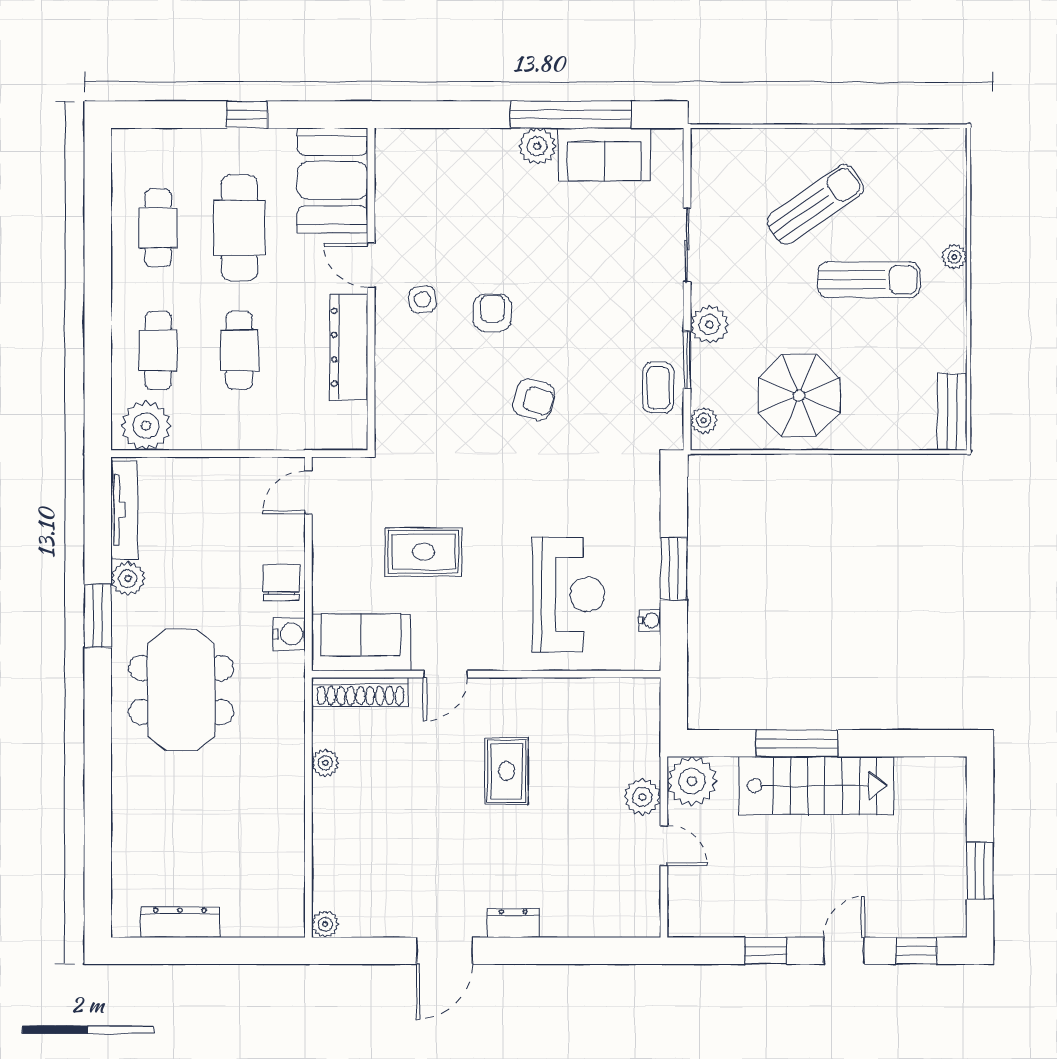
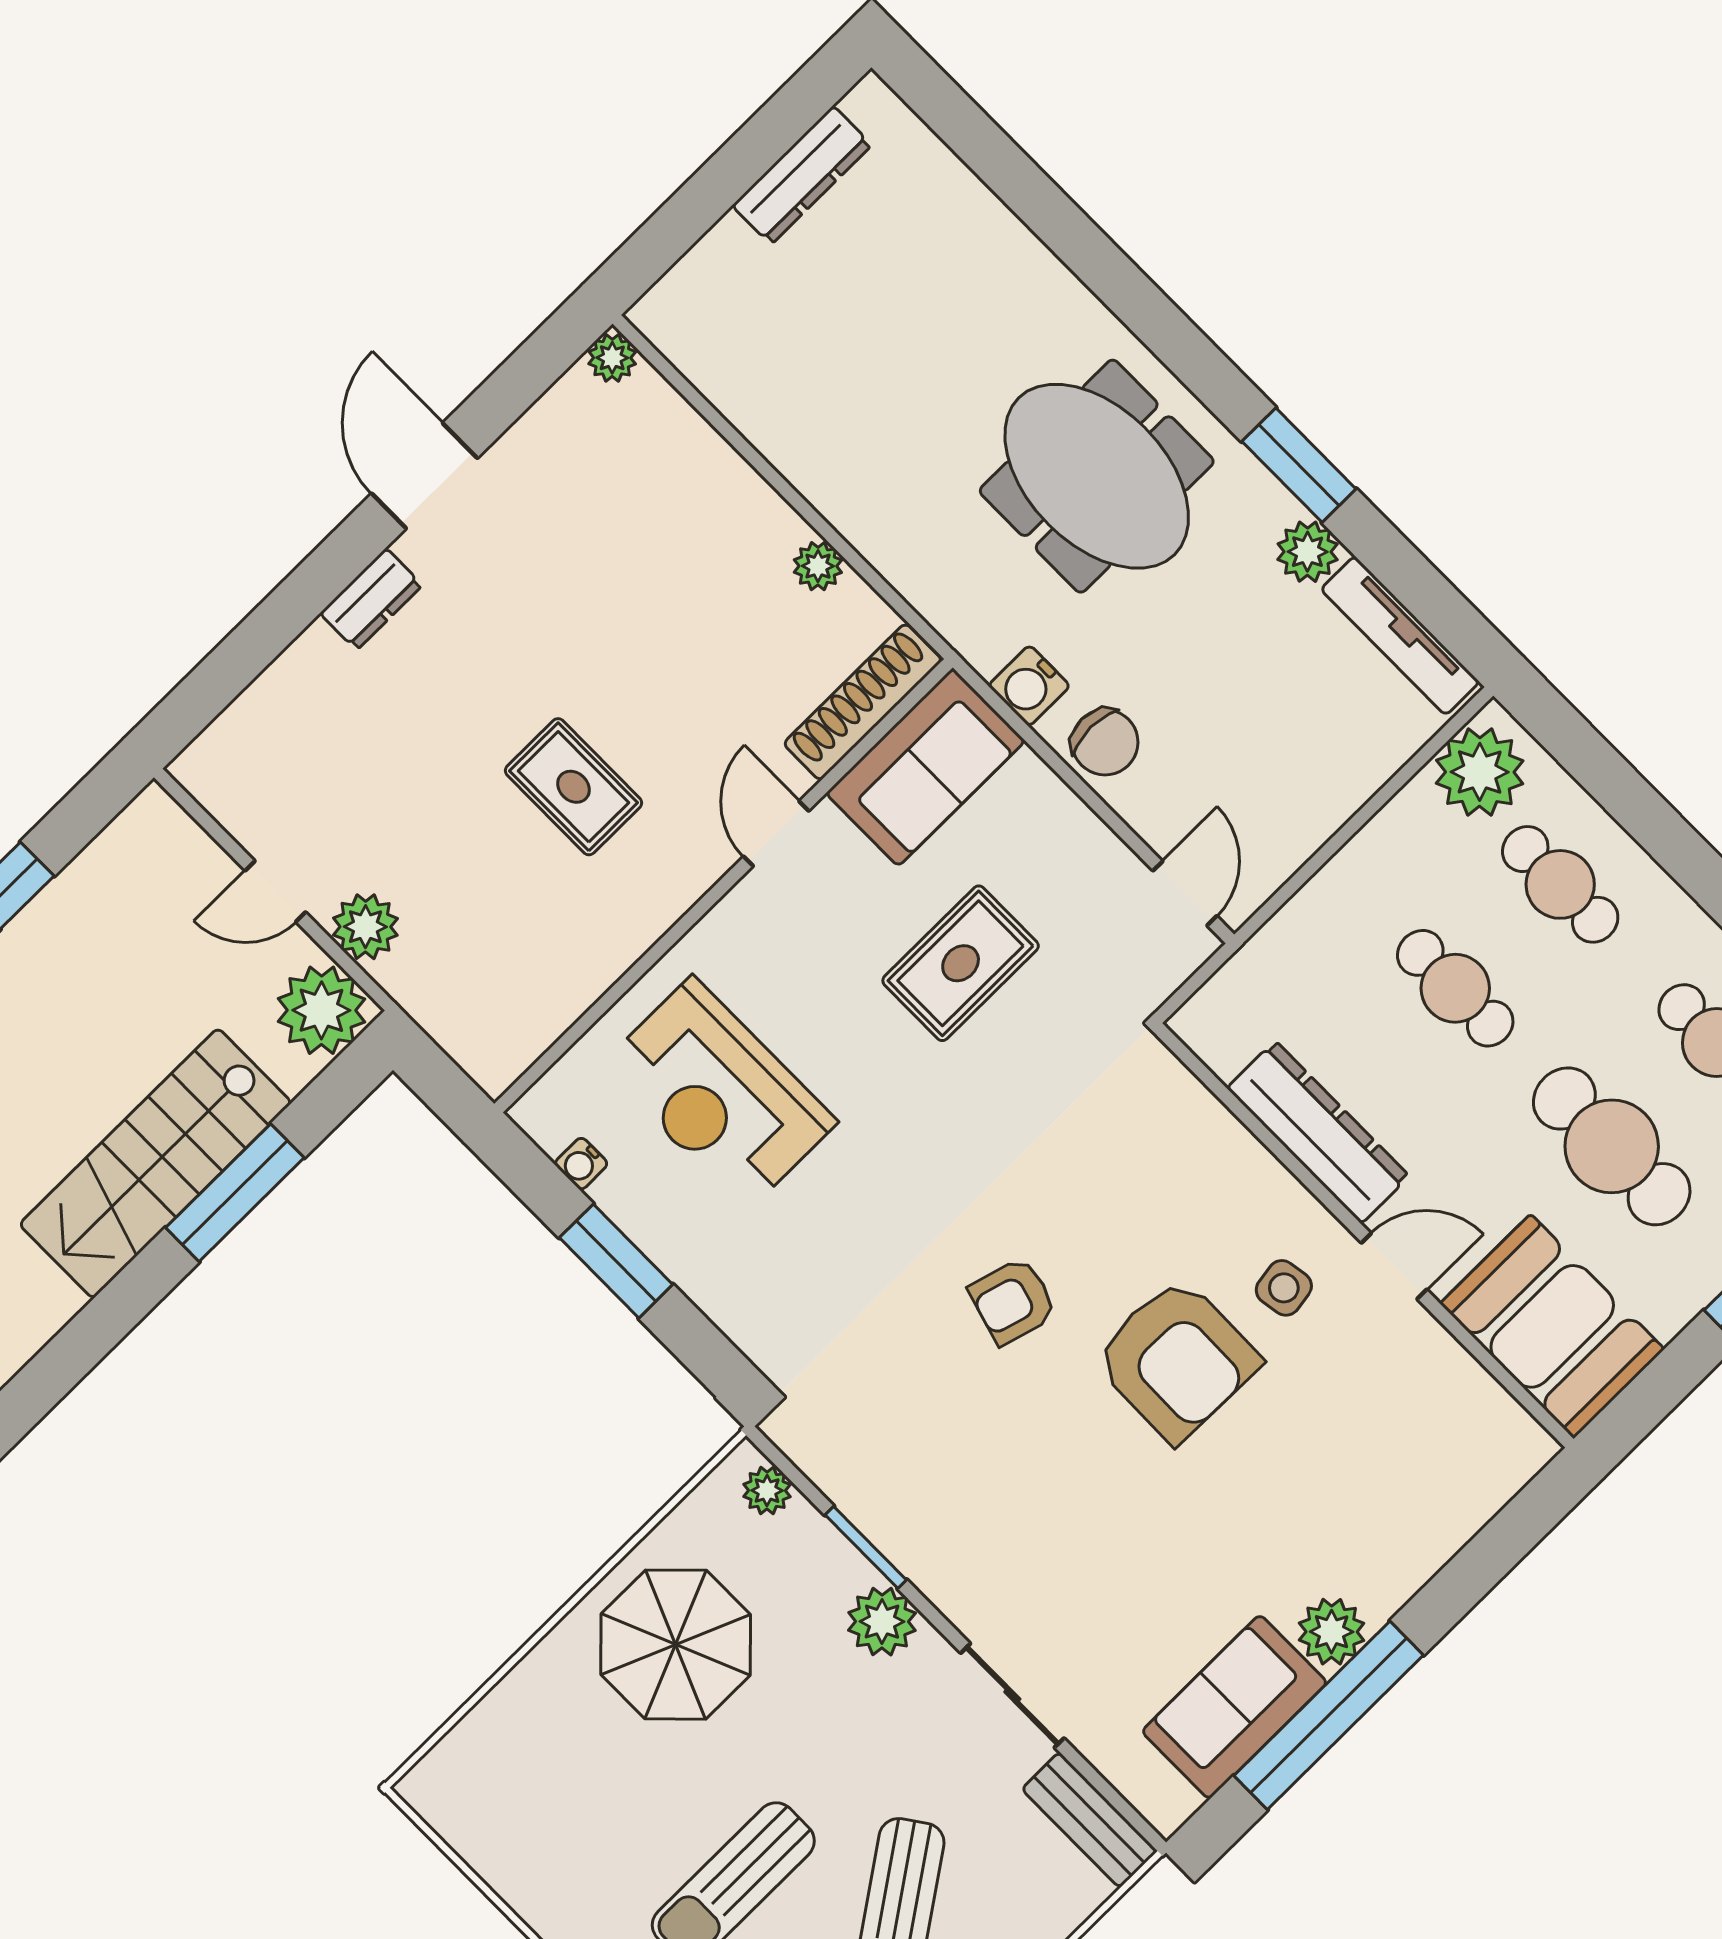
armchair: (492, 313) -> (1177, 1360), width x1.88, depth x1.88
coffee table: (658, 388) -> (867, 1475), removed
bench: (952, 412) -> (1089, 1820), moved

